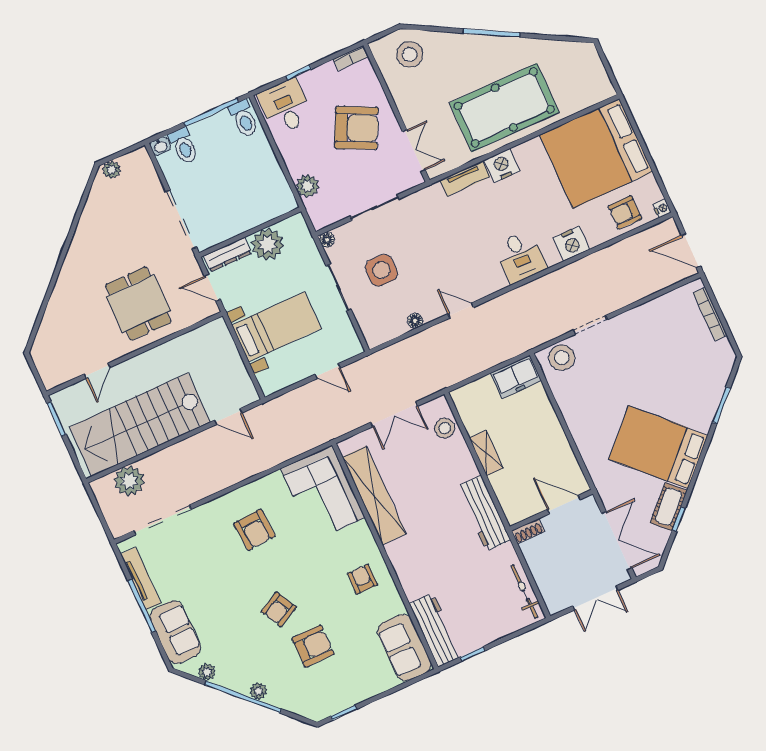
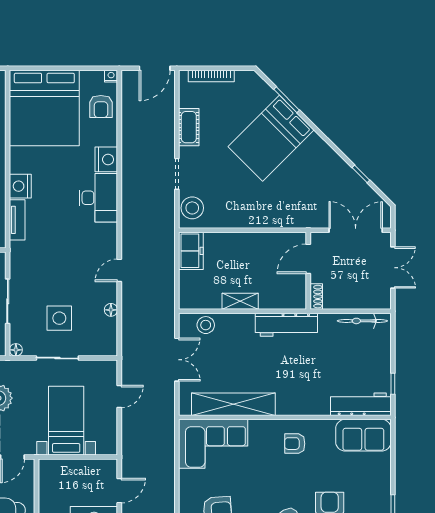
desk: (520, 257) -> (98, 198), width x1.37
bed: (658, 447) -> (271, 138), moved
cot: (669, 507) -> (189, 127), moved, turned 45

